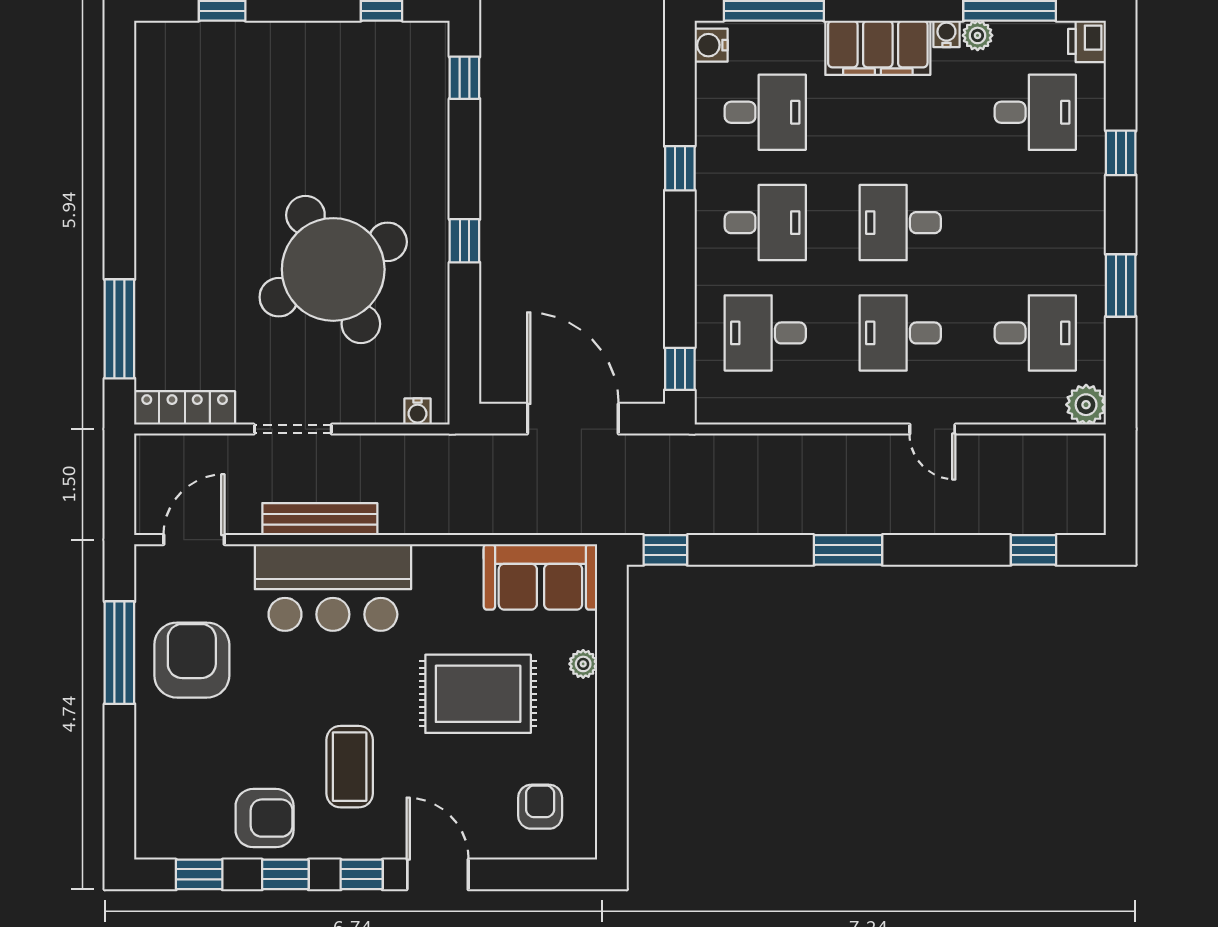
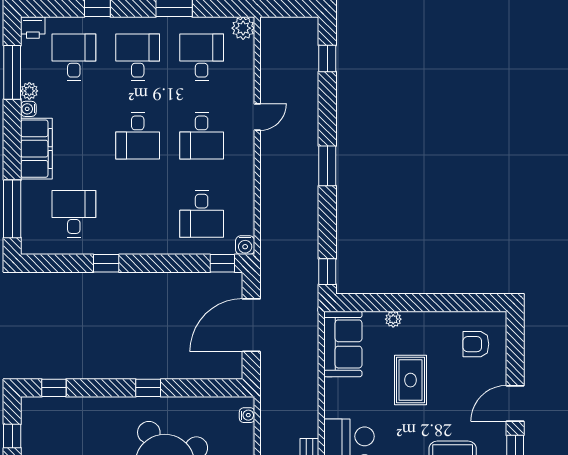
water cooler: (711, 45) -> (245, 245), moved
desk: (765, 223) -> (138, 57), moved
rug: (478, 694) -> (411, 380), width x0.73, depth x0.70

